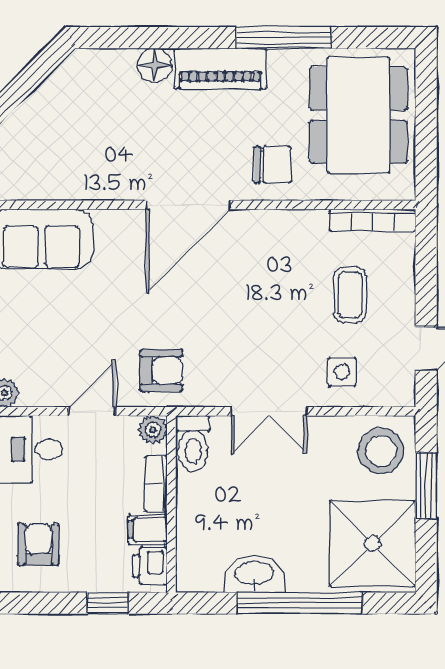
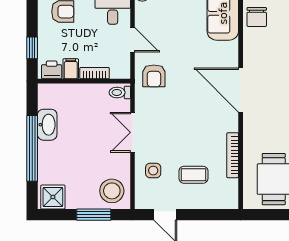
chair: (273, 165) -> (257, 17), moved
bookcase: (372, 220) -> (233, 155), moved
plant: (153, 430) -> (123, 72), removed
toilet: (193, 443) -> (120, 92), width x0.73, depth x0.72
shower: (373, 544) -> (53, 197), width x0.54, depth x0.54

